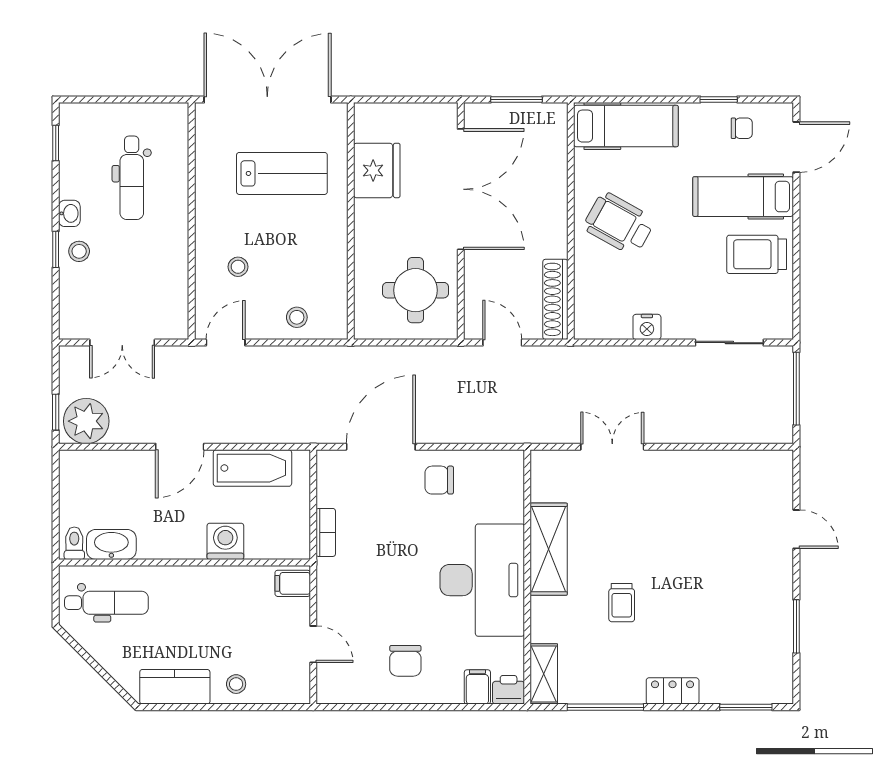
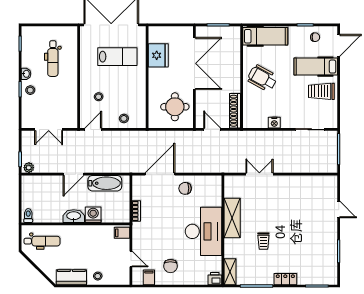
plant: (86, 421) -> (29, 168), width x0.53, depth x0.53
washbasin: (111, 544) -> (74, 216), moved
filing cabinet: (477, 687) -> (149, 277), moved

